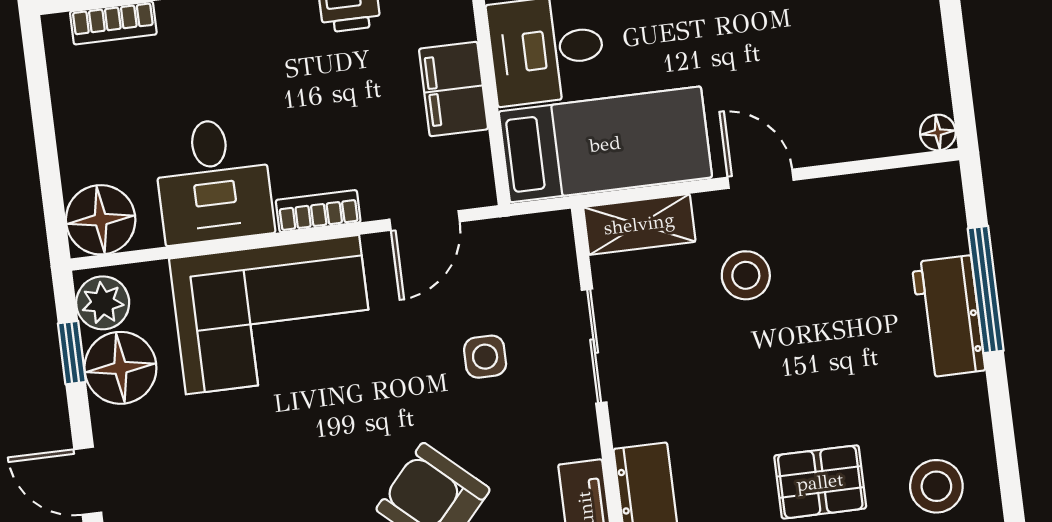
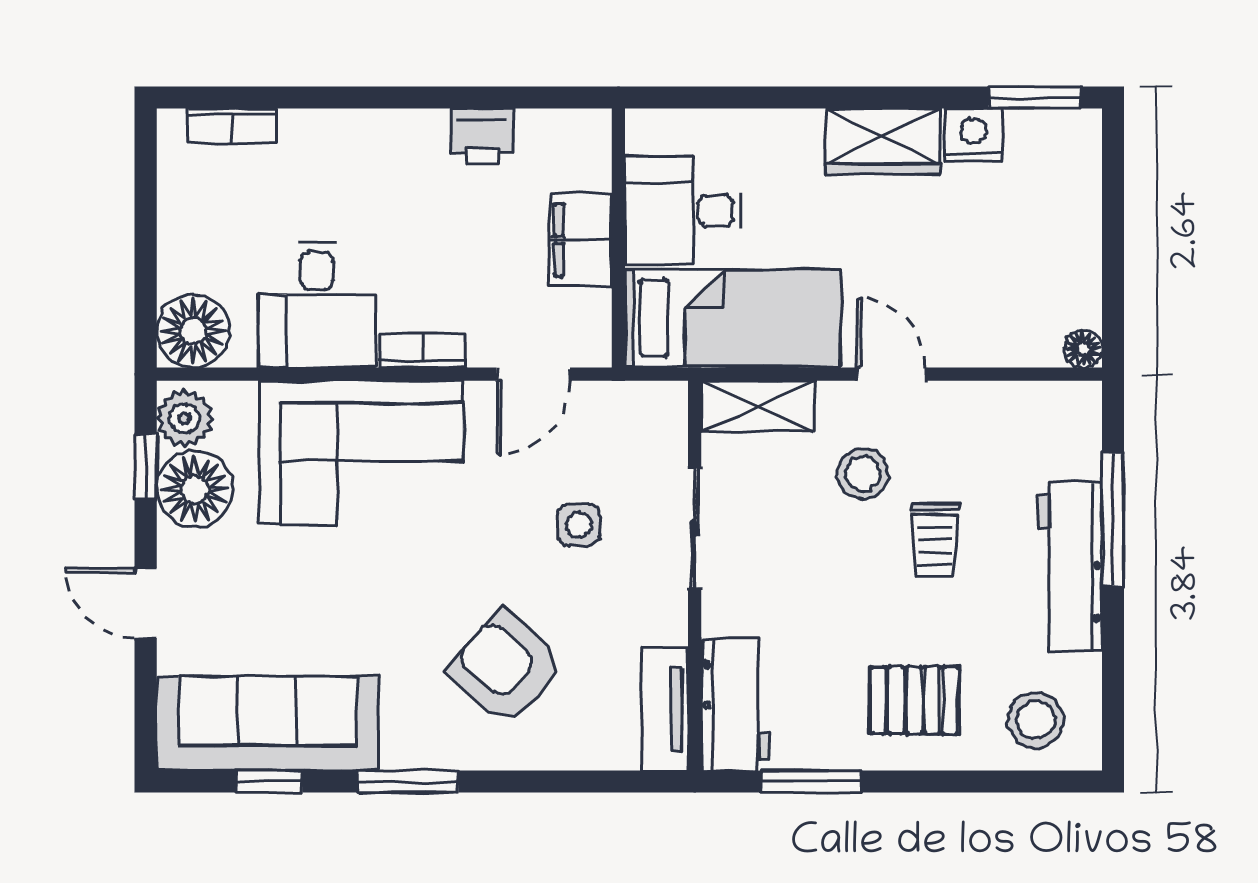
workbench: (948, 316) -> (1070, 566), width x1.38
trolley: (821, 329) -> (935, 540), added

